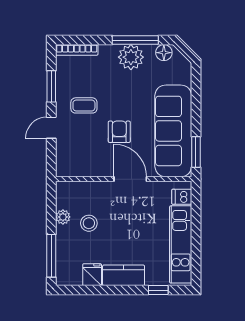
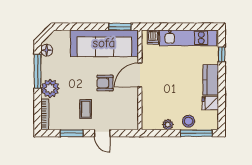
plant: (131, 57) -> (50, 88), moved
stool: (89, 223) -> (189, 121), moved

